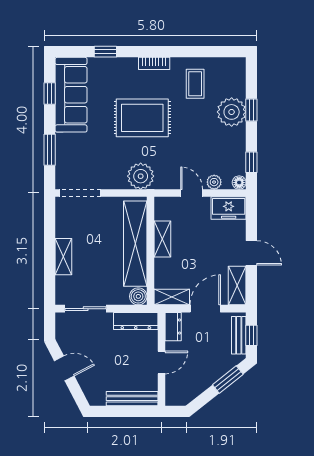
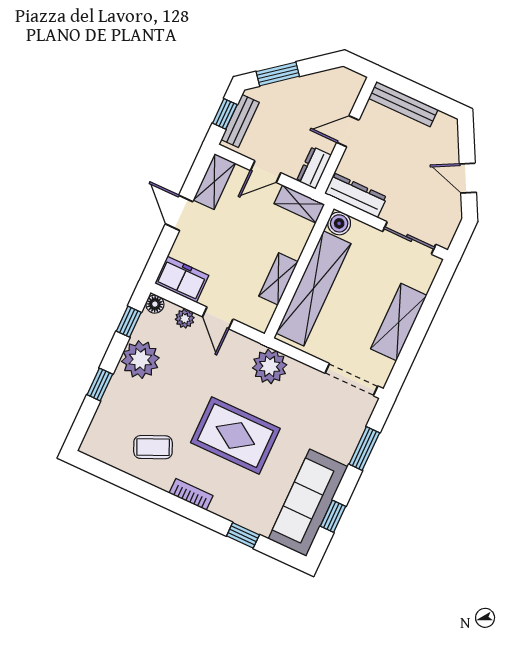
coffee table: (195, 84) -> (153, 447), turned 66
plant: (232, 112) -> (140, 360), moved
shelving: (63, 257) -> (399, 322), width x1.50, depth x1.33
door: (205, 309) -> (266, 172), width x0.73

